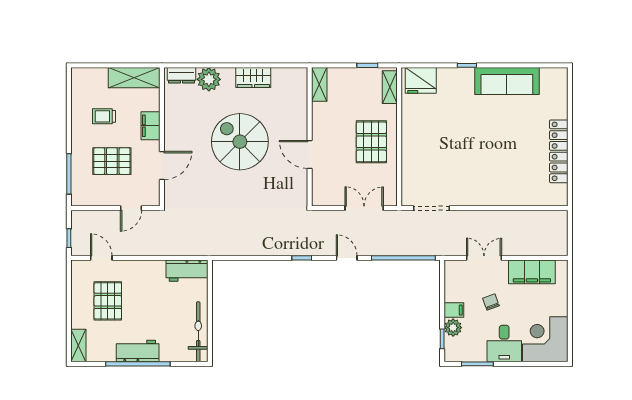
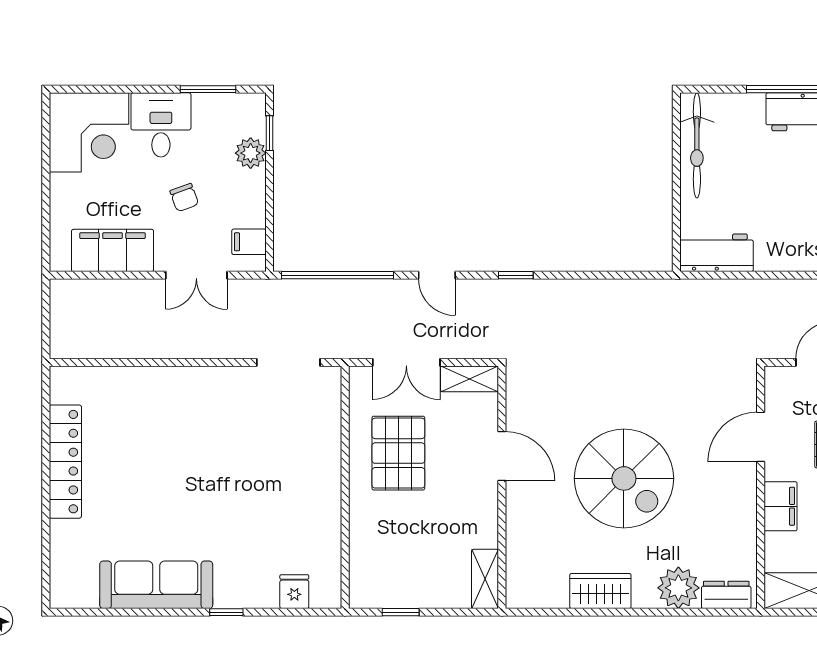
fridge: (421, 80) -> (294, 592), width x0.53, depth x0.75
shelving: (390, 87) -> (470, 379), moved, turned 90
pallet: (371, 142) -> (398, 453), moved
filing cabinet: (454, 310) -> (249, 242), moved

